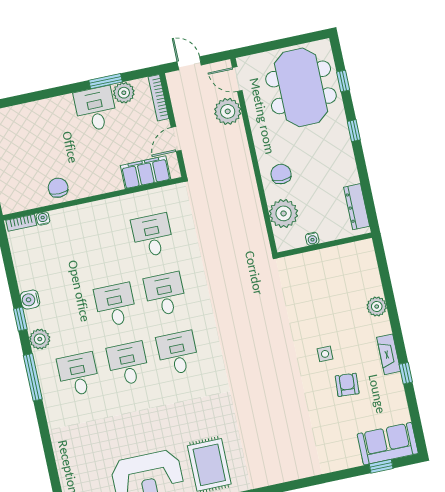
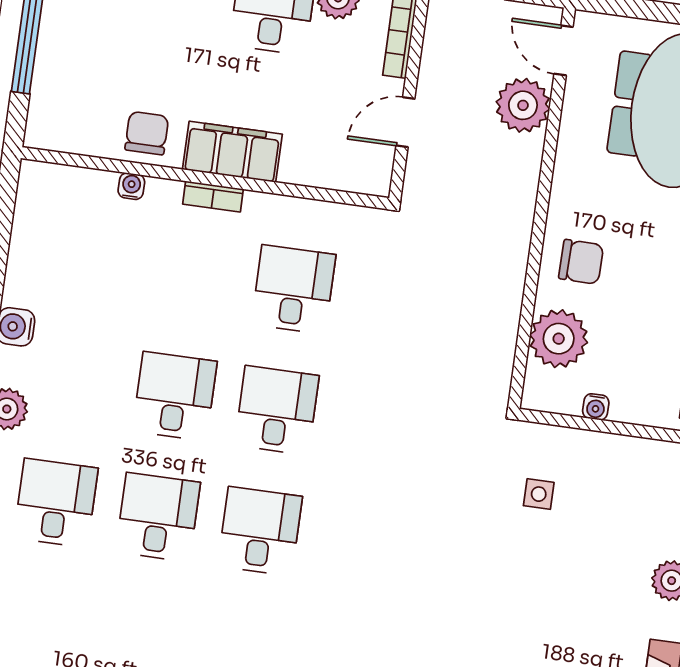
filing cabinet: (146, 172) -> (232, 152), moved
chair: (281, 174) -> (581, 262), turned 91
water cooler: (43, 218) -> (131, 186), moved
bookcase: (21, 223) -> (213, 197), moved
side table: (325, 354) -> (539, 494), moved

